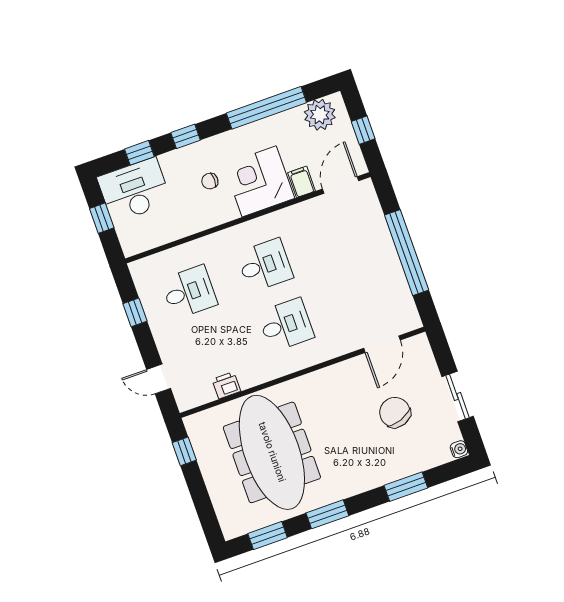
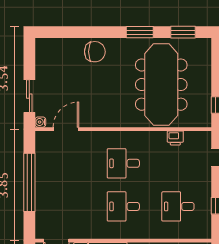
sliding door: (458, 397) -> (29, 96), moved
chair: (395, 412) -> (95, 52), moved, turned -70
water cooler: (459, 449) -> (40, 122), moved
window: (406, 487) -> (83, 32), removed

